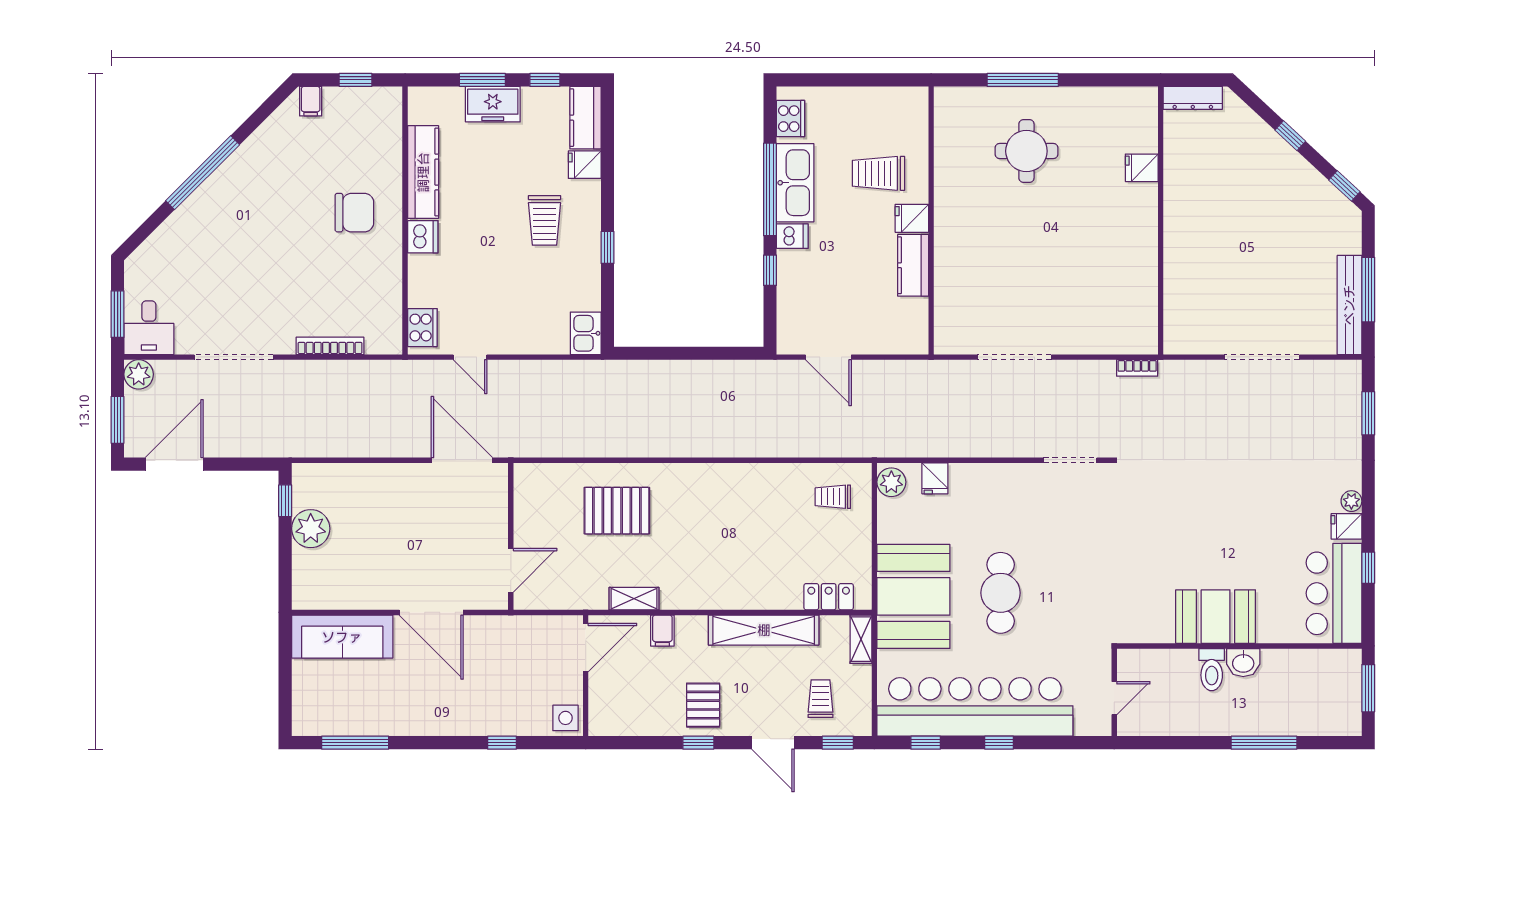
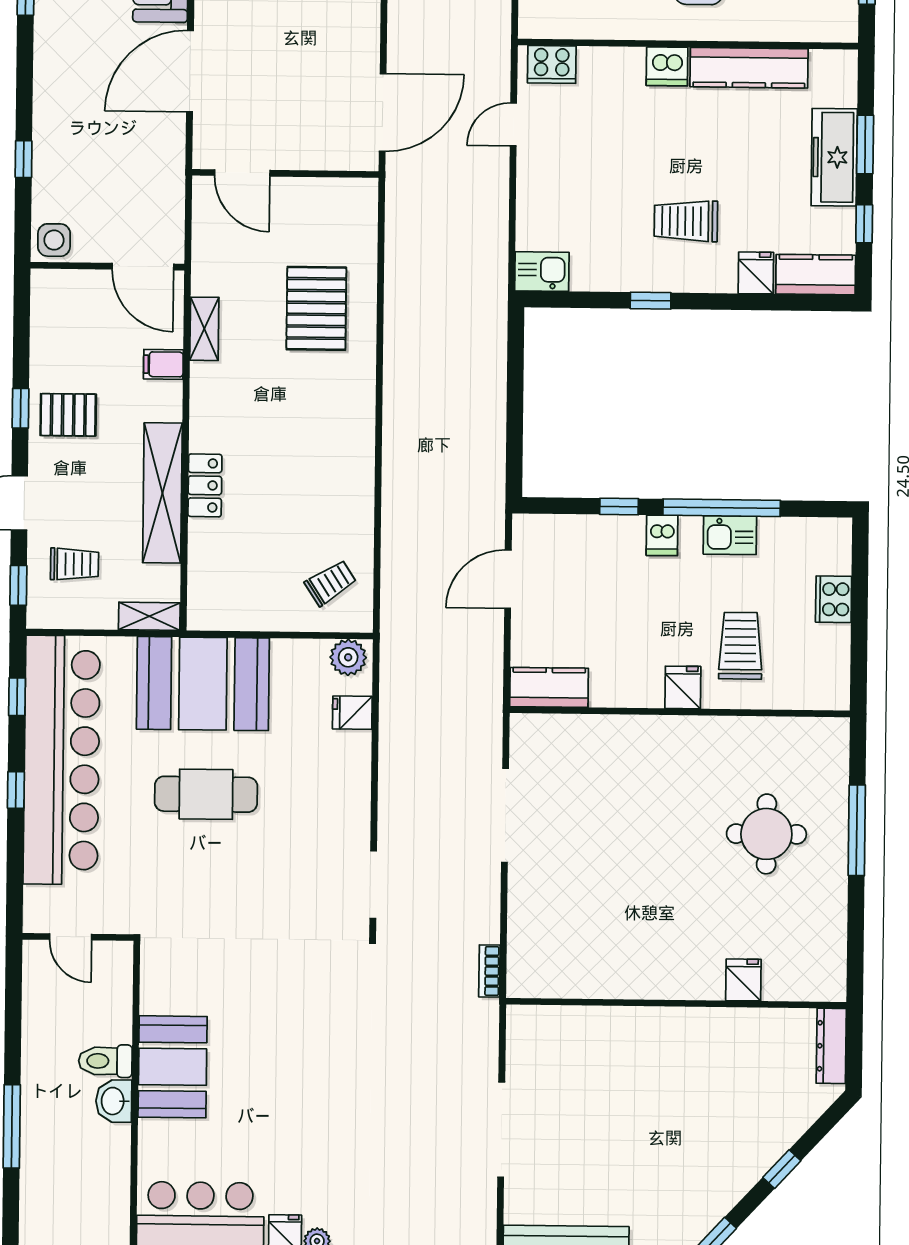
freezer: (493, 104) -> (834, 157), width x1.40
cooker: (790, 119) -> (834, 599), moved, turned 90
kitchen sink: (795, 183) -> (730, 535), width x0.53, depth x0.81
kitchen counter: (913, 265) -> (549, 687), moved
trolley: (833, 497) -> (331, 583), turned 57
locker: (829, 597) -> (205, 485), moved

